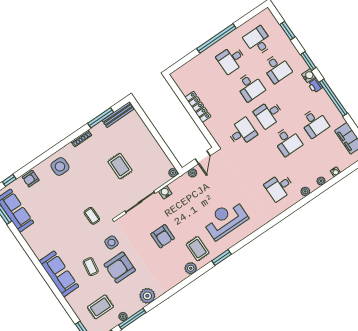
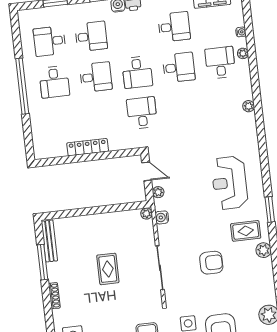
rug: (120, 166) -> (108, 269), turned 90
desk: (279, 187) -> (220, 63), moved, turned 180
plant: (305, 191) -> (249, 106), moved
water cooler: (165, 192) -> (162, 217), moved

